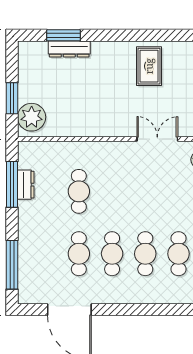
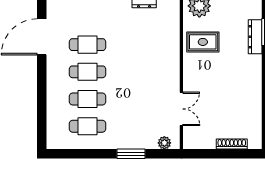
rug: (149, 66) -> (203, 42), moved
cafe table: (79, 191) -> (139, 45), removed

